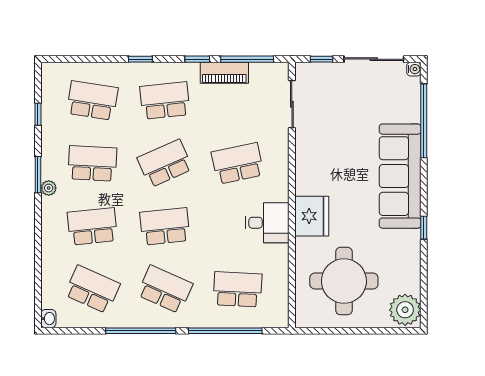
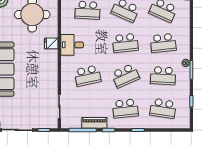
fridge: (312, 216) -> (51, 43), width x0.53, depth x0.75

